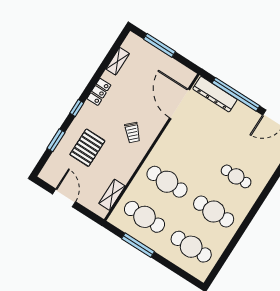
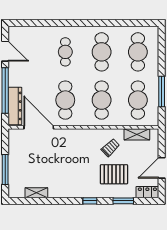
locker: (99, 92) -> (147, 192), moved
door: (179, 104) -> (39, 127), swing flipped
trolley: (132, 133) -> (110, 148), moved
cafe table: (189, 147) -> (65, 100), added

